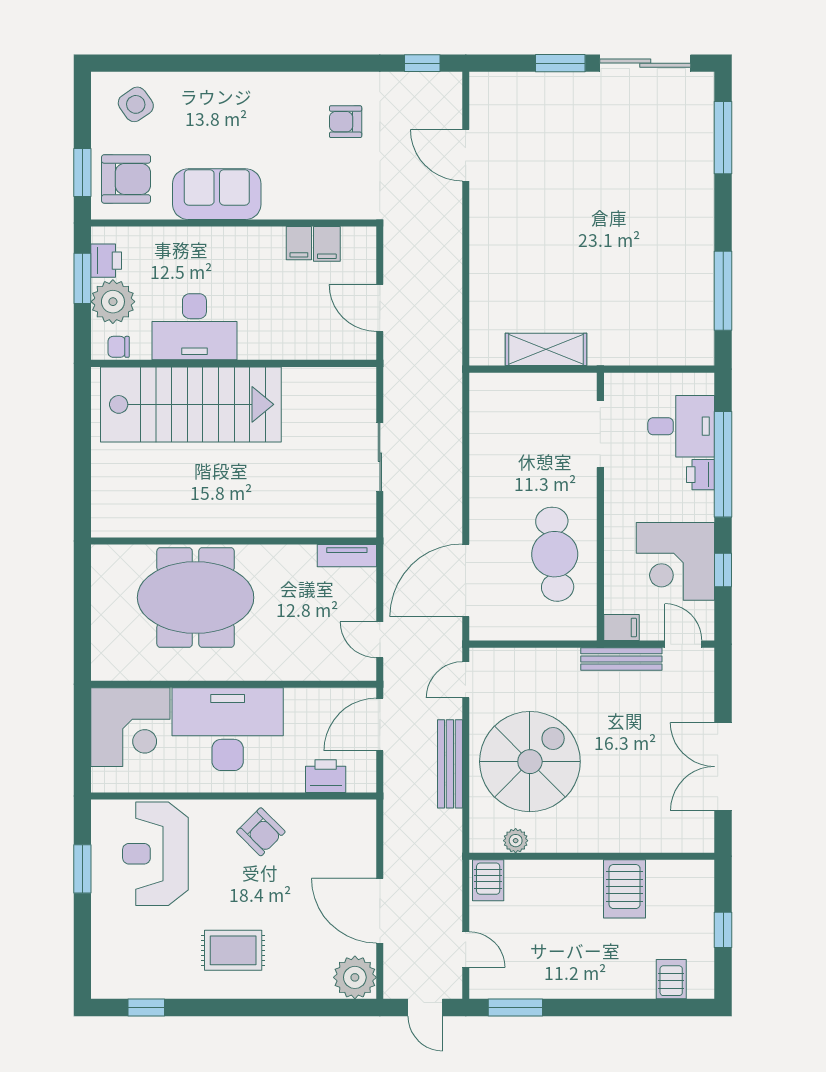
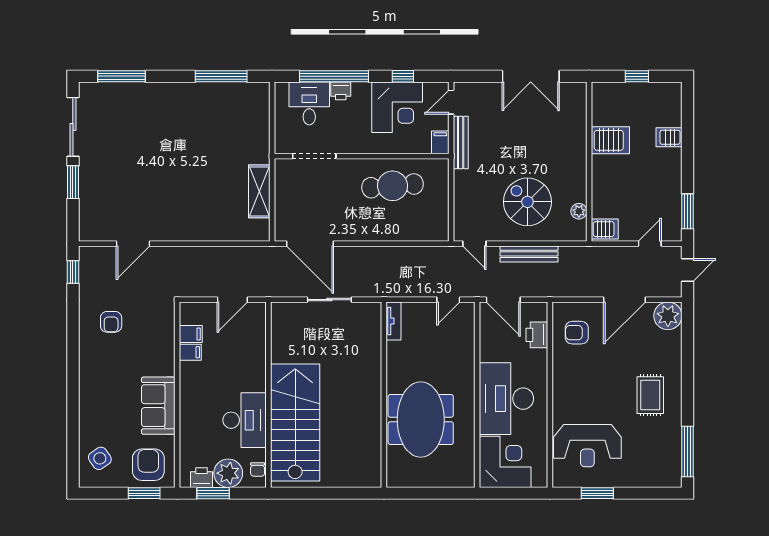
door: (466, 580) -> (310, 244), moved
spiral stairs: (530, 762) -> (527, 202), width x0.73, depth x0.73
armchair: (261, 832) -> (577, 333), moved, turned -135
server rack: (671, 979) -> (669, 137), moved
window: (146, 1007) -> (687, 452), width x2.17

